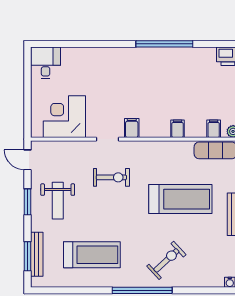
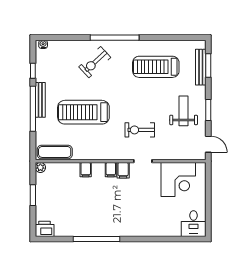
filing cabinet: (214, 129) -> (111, 170), moved

